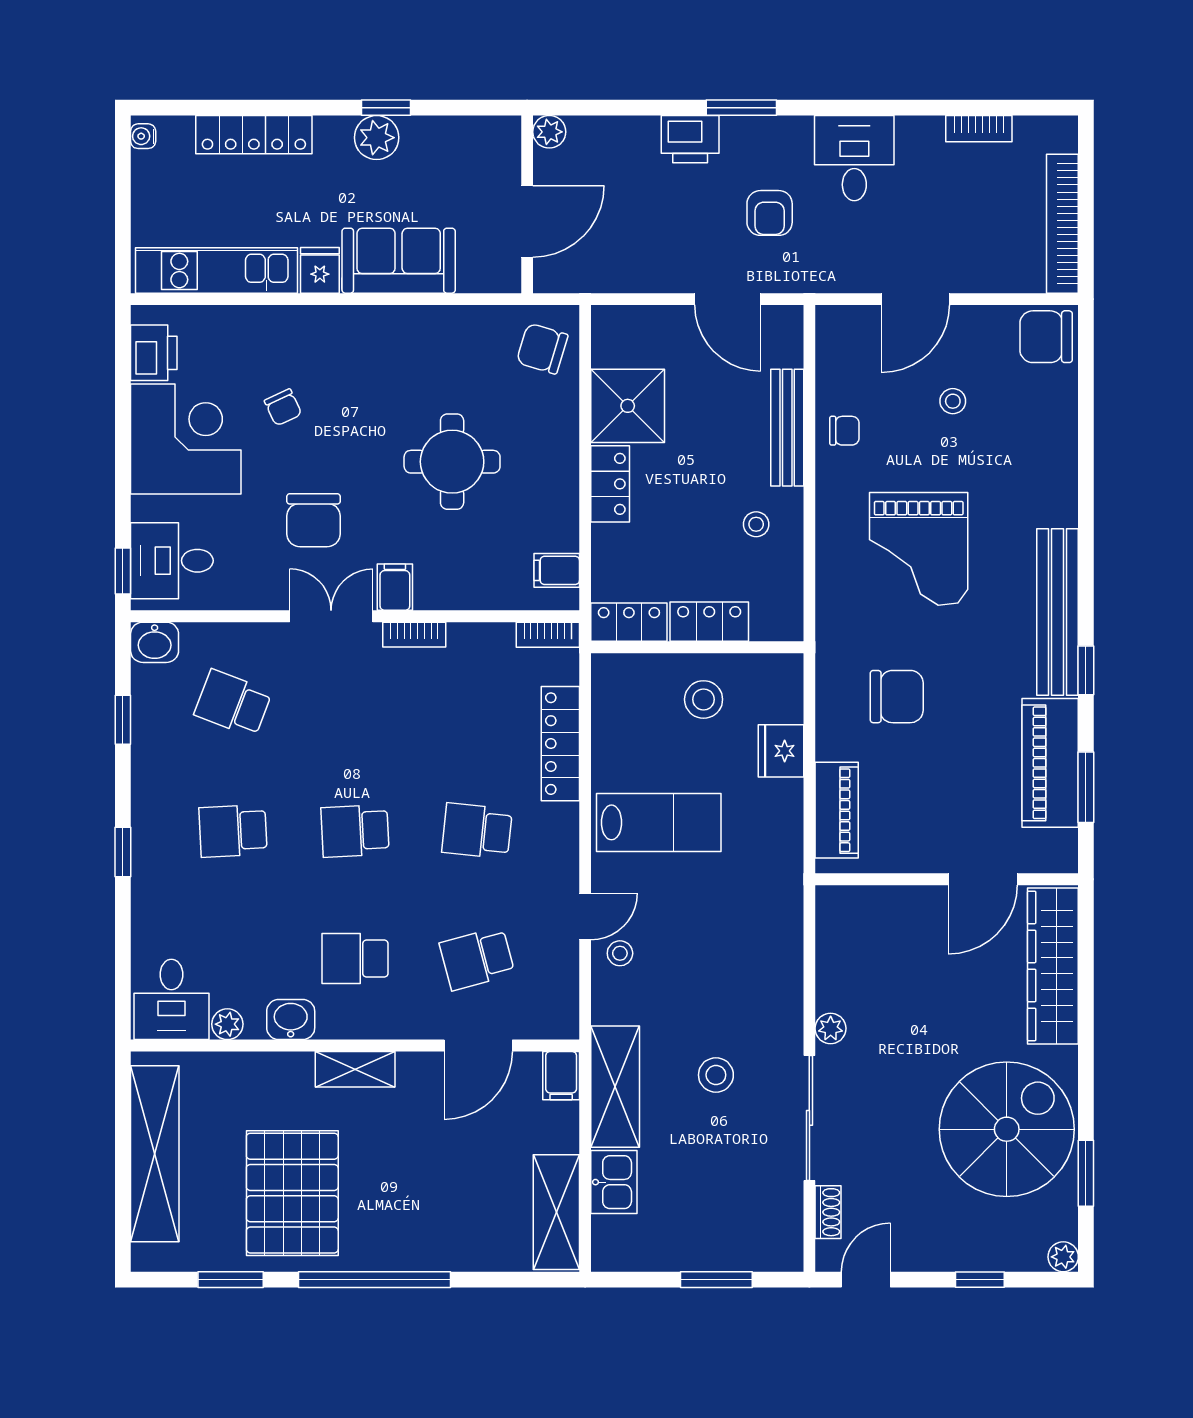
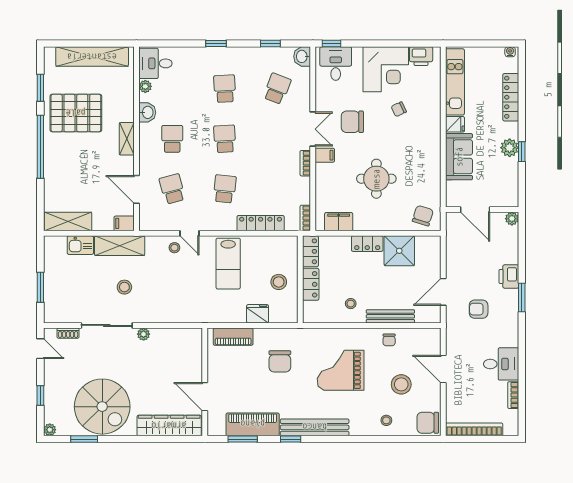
desk: (854, 158) -> (501, 364), moved
chair: (1046, 337) -> (428, 423), turned -90
stool: (953, 401) -> (401, 384), width x1.89, depth x1.89
stool: (1040, 437) -> (386, 420), added
filing cabinet: (557, 570) -> (339, 222), width x2.00

